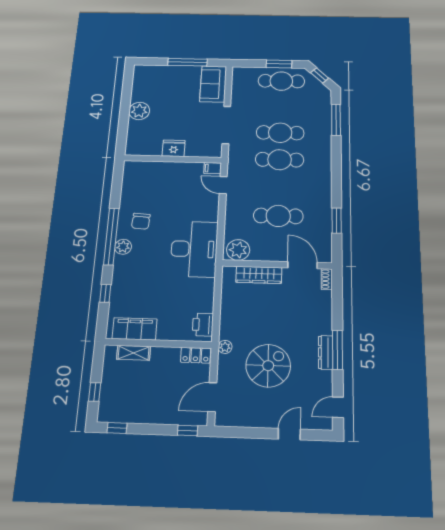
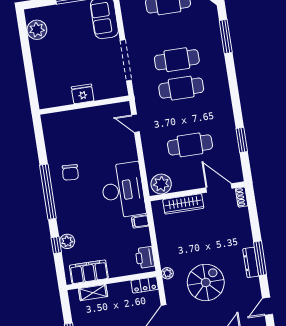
plant: (139, 111) -> (37, 30), moved
filing cabinet: (213, 168) -> (140, 221), moved
plant: (123, 247) -> (67, 241), moved

